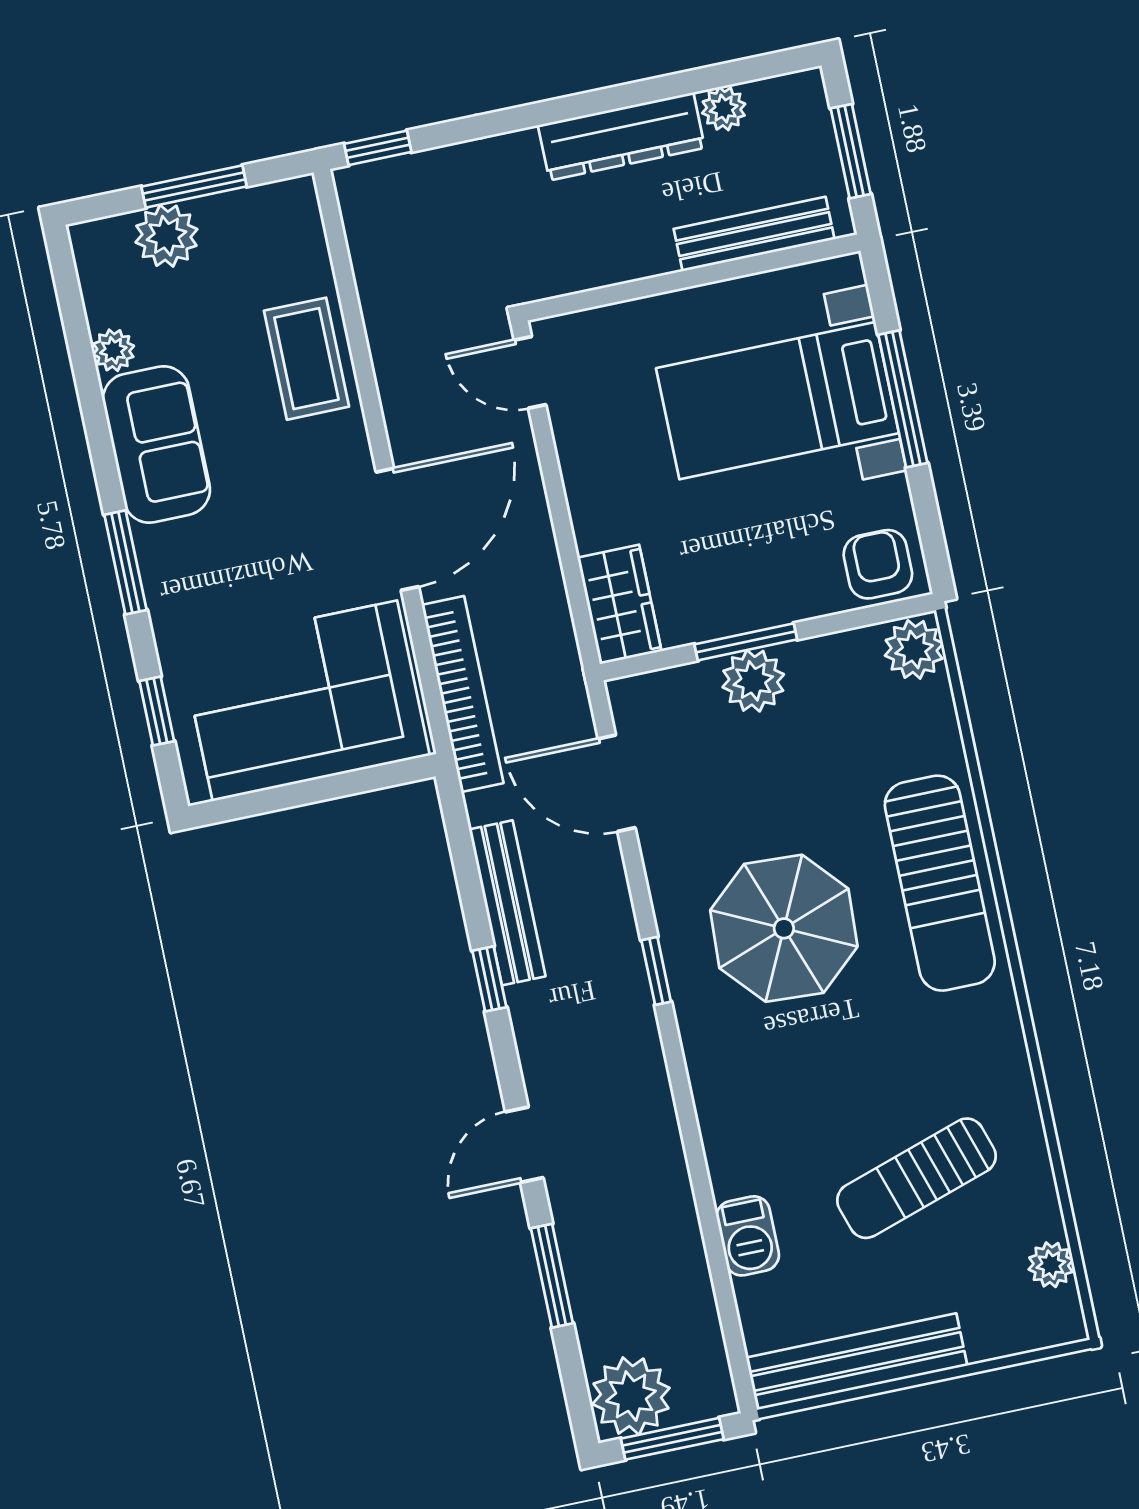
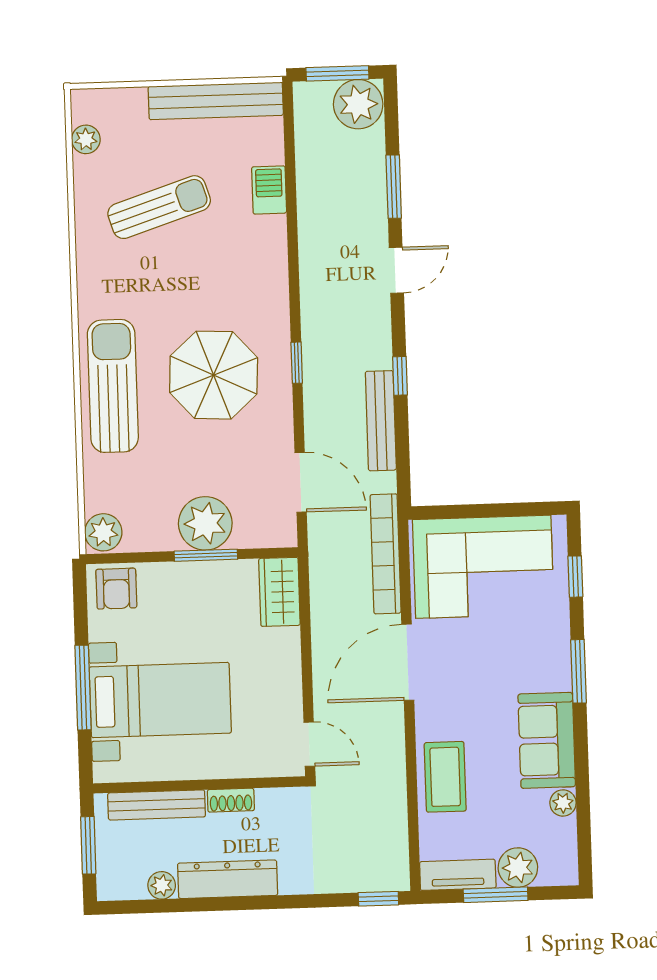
tv unit: (259, 207) -> (458, 875), added
shoe rack: (638, 262) -> (231, 800), added
plant: (753, 681) -> (205, 523), width x1.36, depth x1.36

